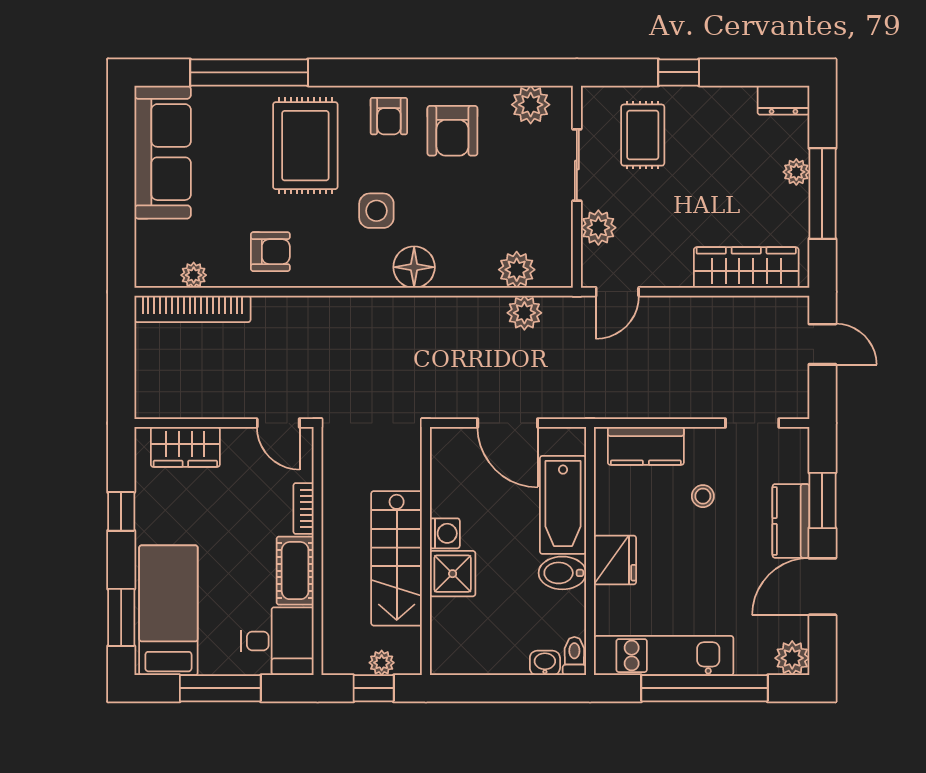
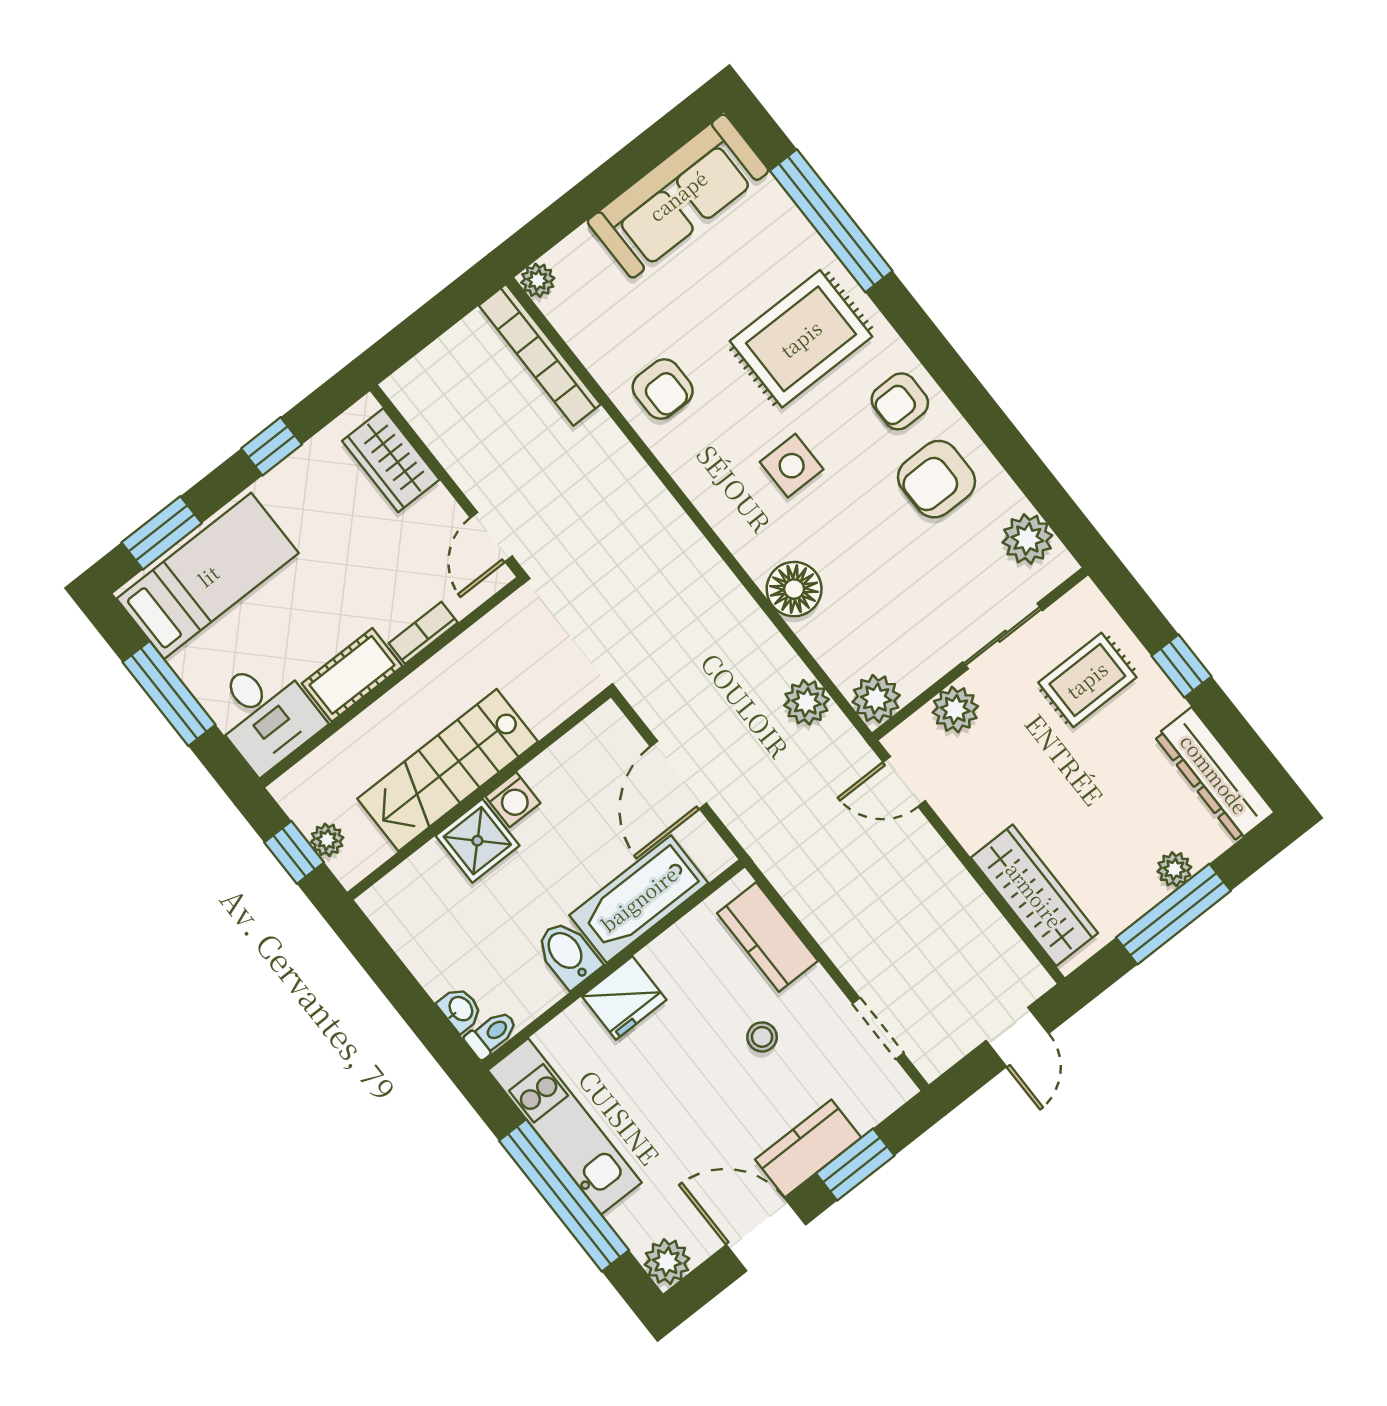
dresser: (783, 100) -> (1214, 774), width x1.96, depth x1.24
floor lamp: (414, 267) -> (794, 589), moved
plant: (517, 270) -> (876, 699), moved
plant: (194, 275) -> (538, 280), moved

